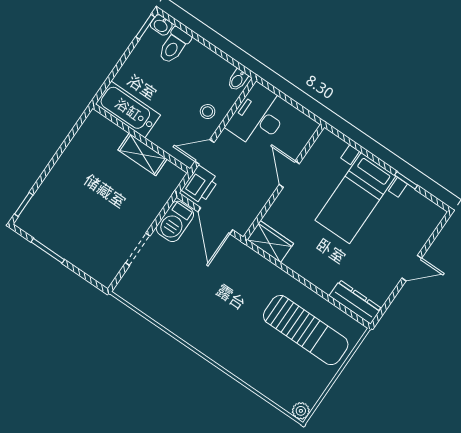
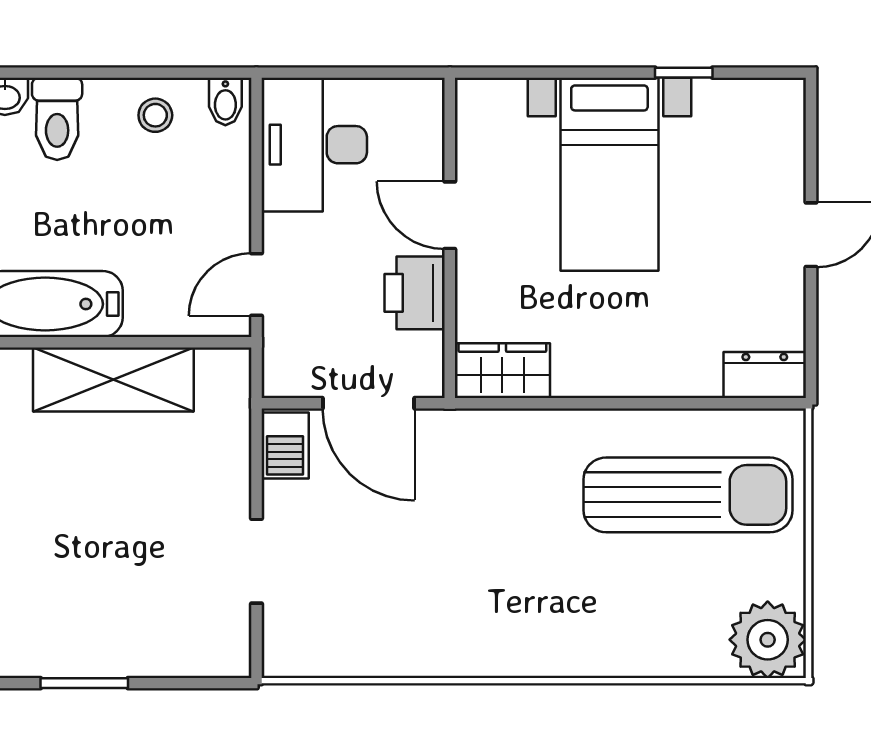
stool: (208, 112) -> (155, 115), moved
shelving: (143, 154) -> (113, 379), width x1.50, depth x1.33
printer: (200, 185) -> (415, 293), moved, turned 180
barbecue: (175, 221) -> (285, 446), width x0.73, depth x0.79
dresser: (355, 302) -> (765, 375), width x0.70
plant: (301, 411) -> (768, 640), width x1.87, depth x1.87

